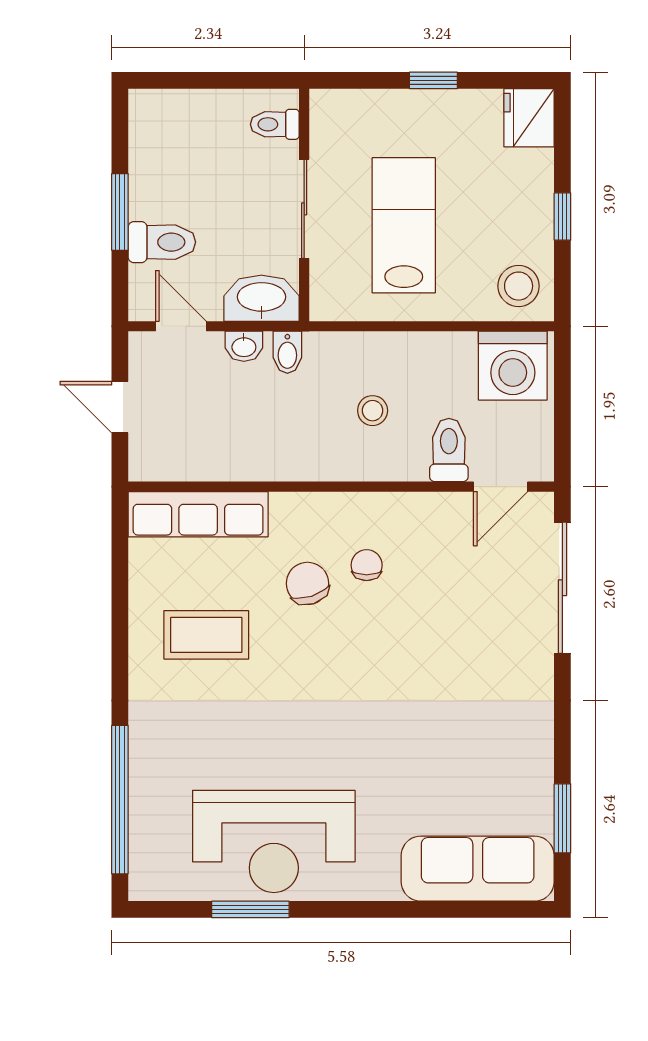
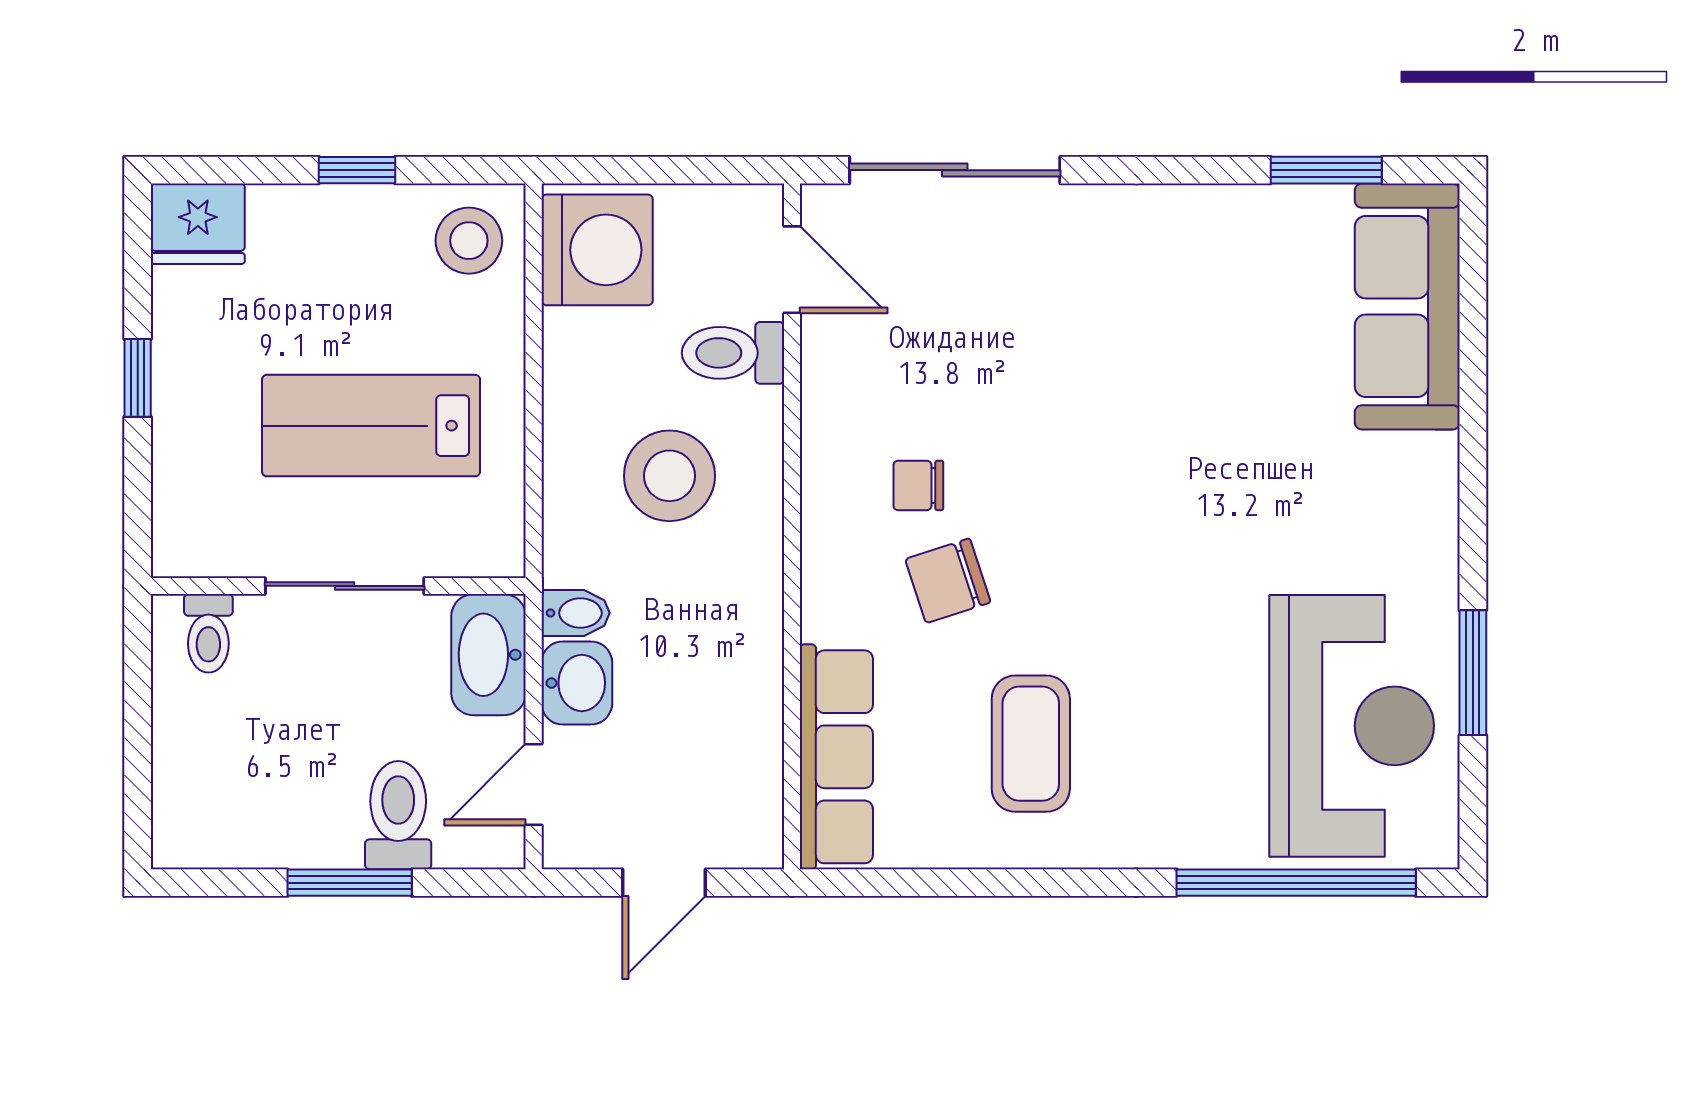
washbasin: (244, 346) -> (577, 683), width x1.38, depth x1.45
stool: (373, 411) -> (669, 476), width x1.89, depth x1.89
reception desk: (274, 841) -> (1352, 726), moved

